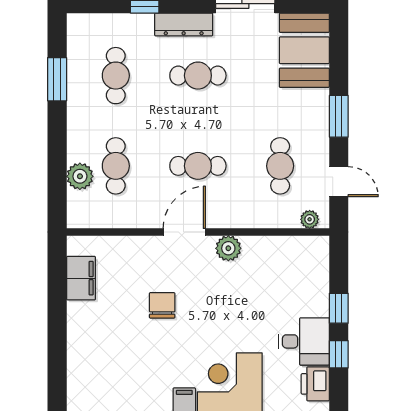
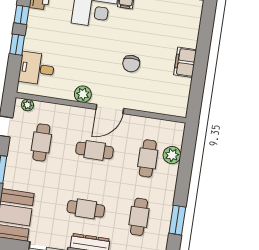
filing cabinet: (81, 278) -> (185, 62), moved
desk: (304, 341) -> (37, 69), moved

